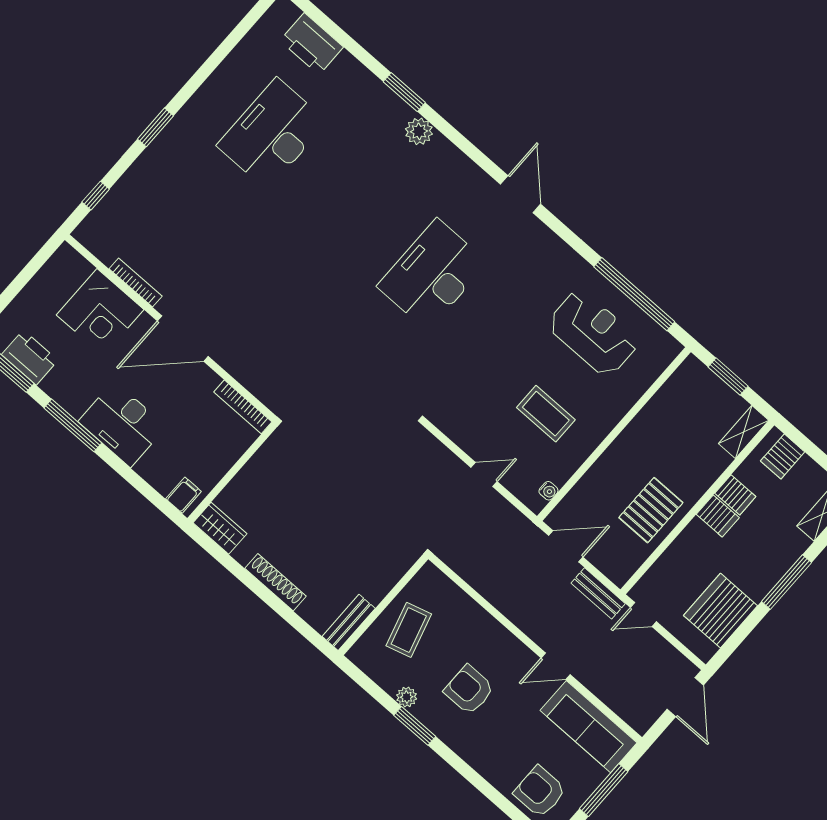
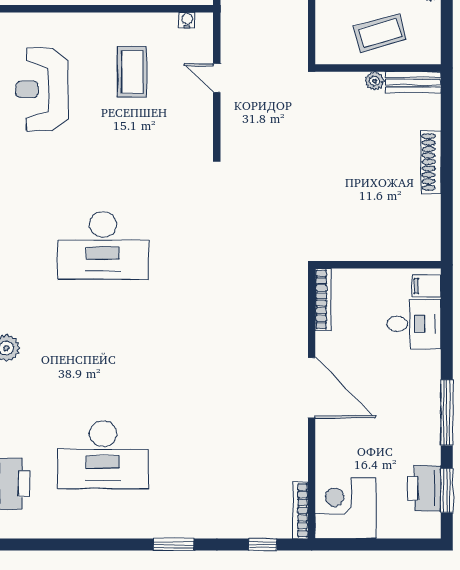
bookcase: (136, 282) -> (301, 510), moved
corner desk: (100, 312) -> (346, 508), moved, turned -90
desk: (122, 424) -> (414, 324), moved, width x0.73
wardrobe: (220, 528) -> (427, 238), removed
plant: (376, 593) -> (374, 81), added

